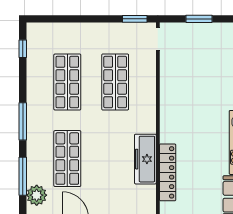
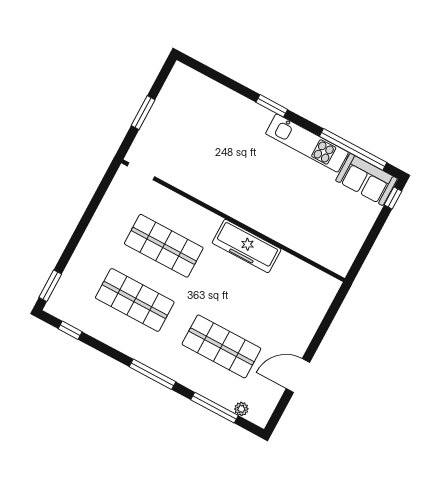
window: (135, 19) -> (50, 286), moved
freezer: (145, 159) -> (247, 246), moved
locker: (168, 172) -> (298, 241), removed
plant: (37, 195) -> (241, 409), width x0.53, depth x0.53

